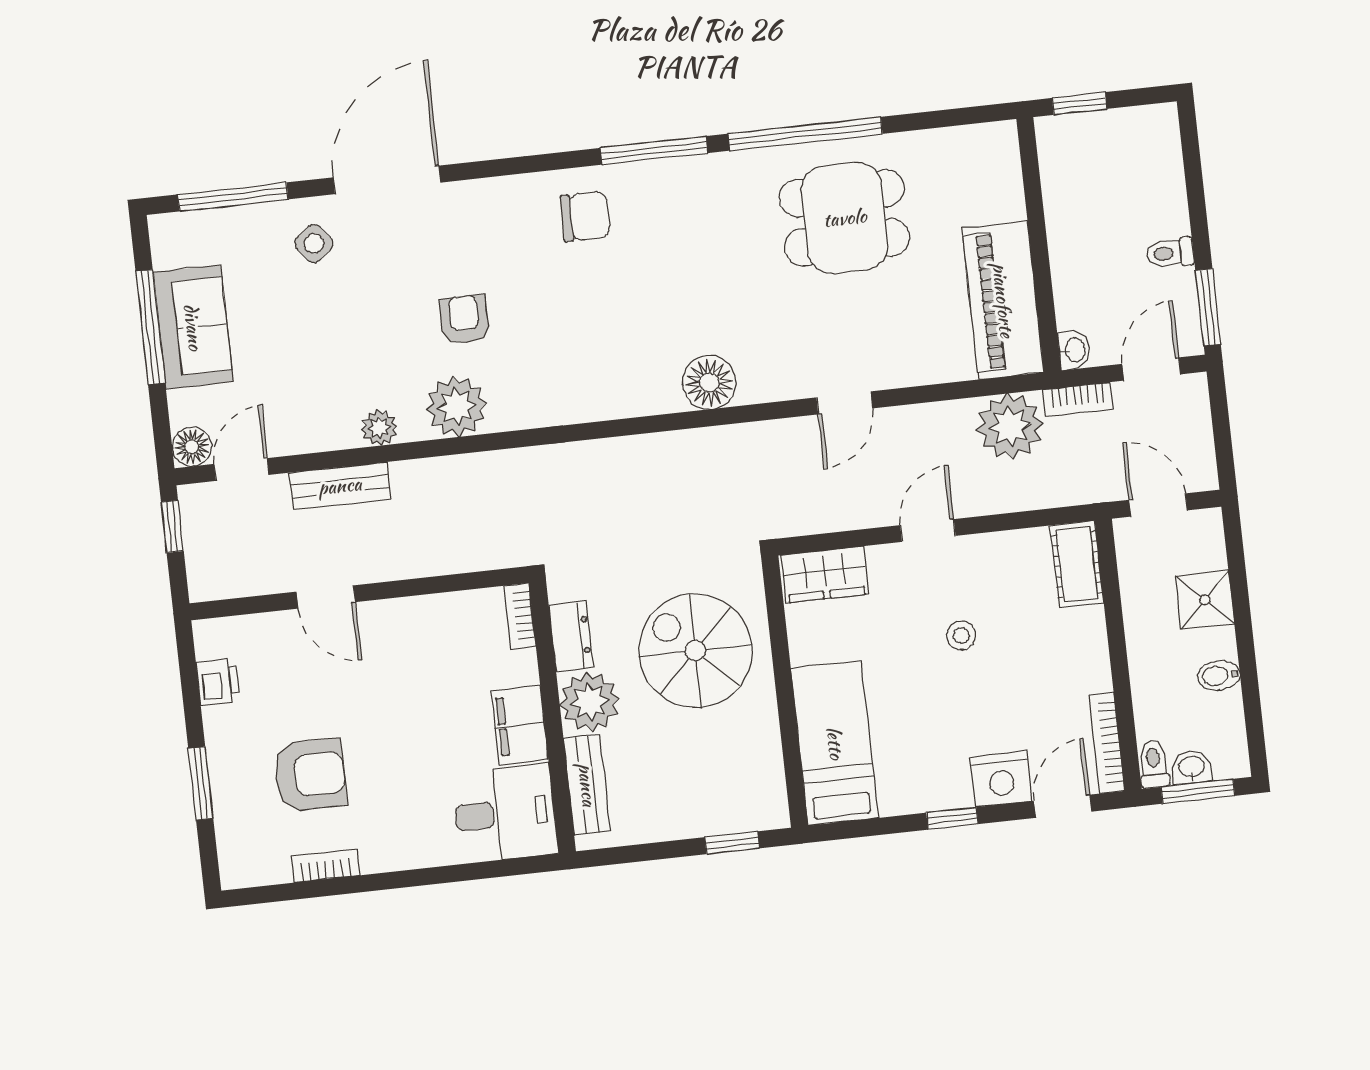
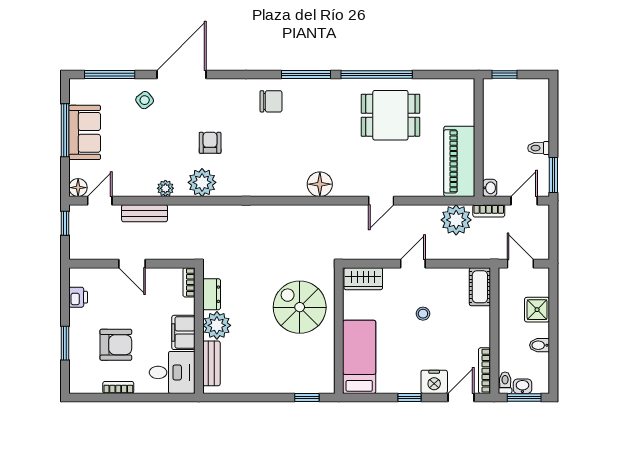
bookcase: (520, 616) -> (189, 282), moved
dresser: (571, 636) -> (212, 294), moved
plant: (590, 702) -> (217, 325), moved
wall: (552, 717) -> (199, 331), moved
filing cabinet: (520, 725) -> (183, 332), moved
bench: (587, 785) -> (211, 363), moved
desk: (505, 813) -> (172, 372), moved

